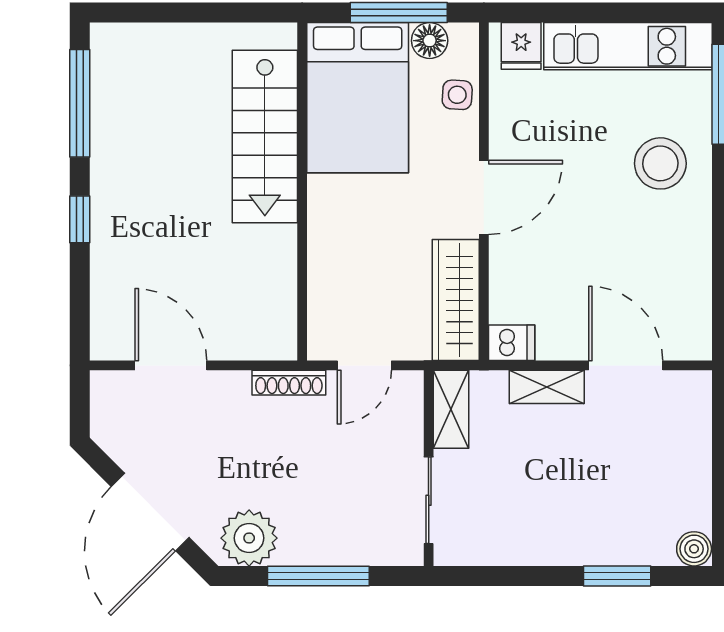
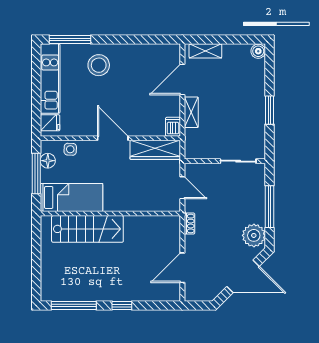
bed: (358, 98) -> (71, 197), width x0.67
shoe rack: (289, 383) -> (189, 224), width x0.70
shelving: (451, 409) -> (205, 51), moved
window: (617, 576) -> (269, 110), moved

